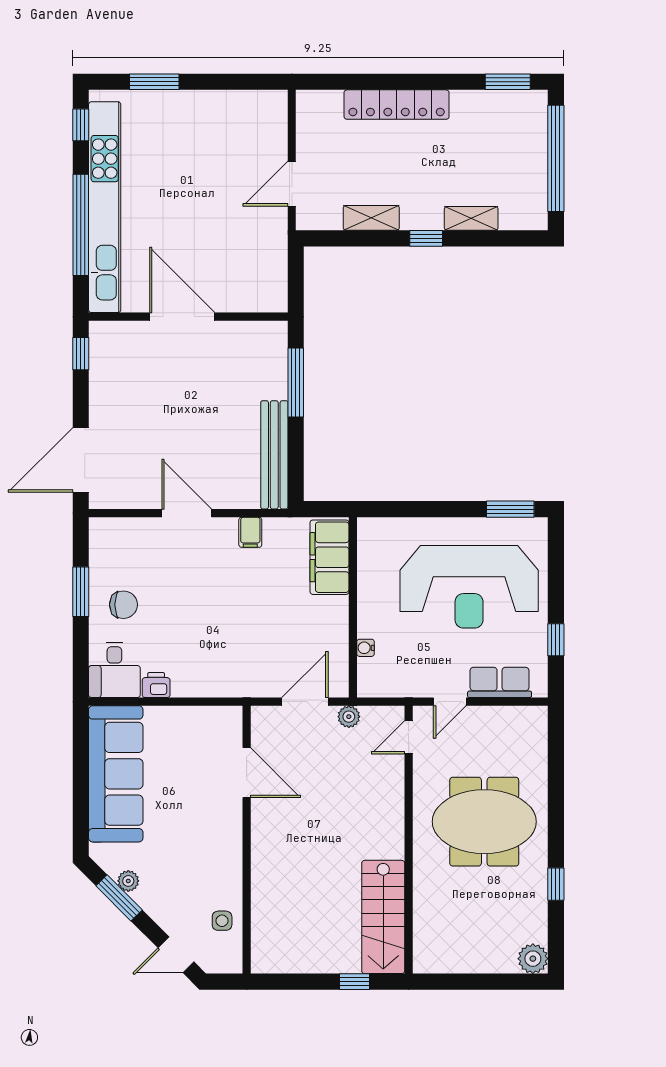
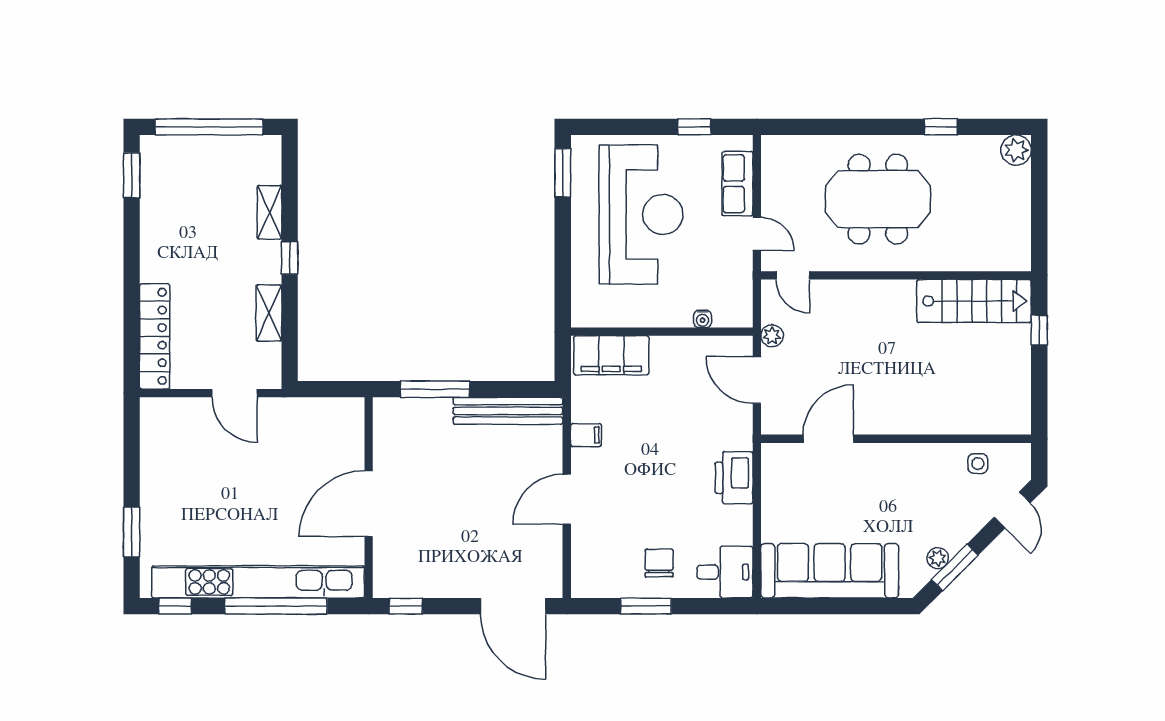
locker: (397, 105) -> (155, 336), moved
printer: (156, 685) -> (734, 478), moved, width x1.87, depth x1.48
meeting table: (484, 822) -> (878, 199), turned 90

